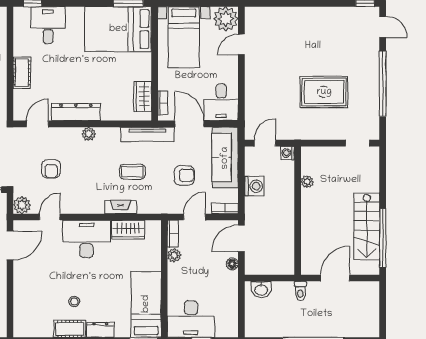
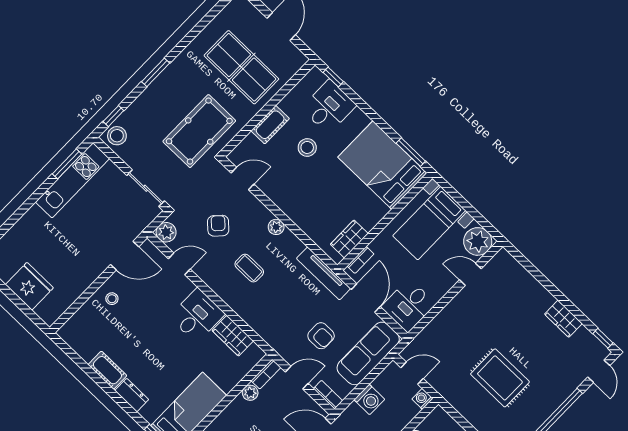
wardrobe: (328, 15) -> (563, 319), added
stool: (59, 64) -> (307, 147), added
dresser: (76, 112) -> (283, 199), removed
armchair: (51, 169) -> (218, 226), turned 134
coffee table: (132, 172) -> (249, 268), moved
fireplace: (121, 207) -> (245, 311), removed
desk: (86, 239) -> (197, 316), width x0.73
stool: (74, 302) -> (112, 299), moved

